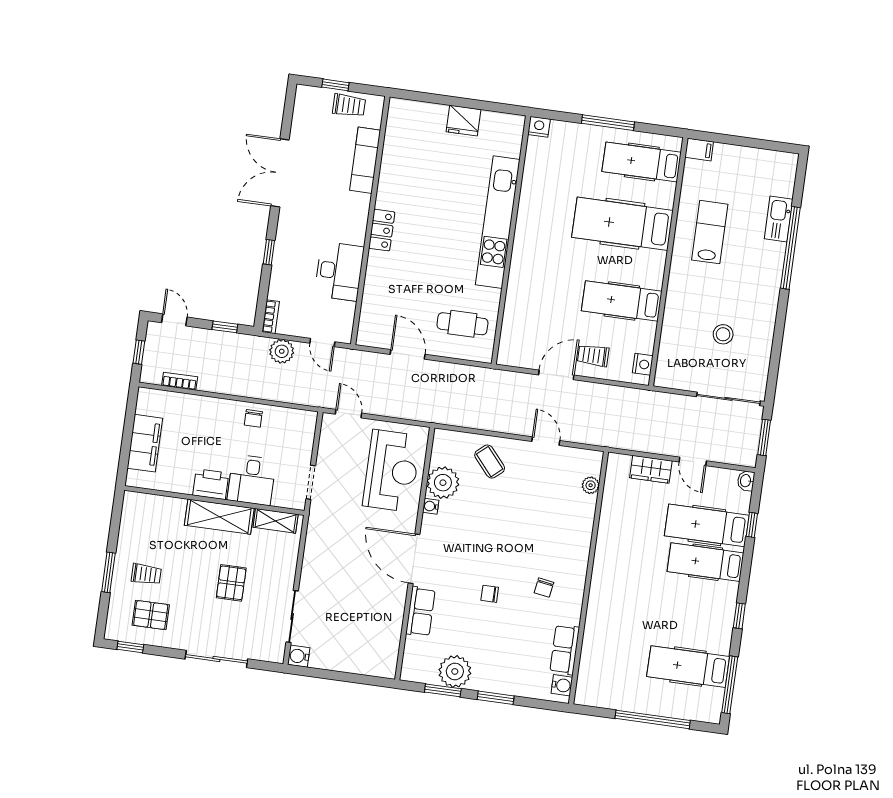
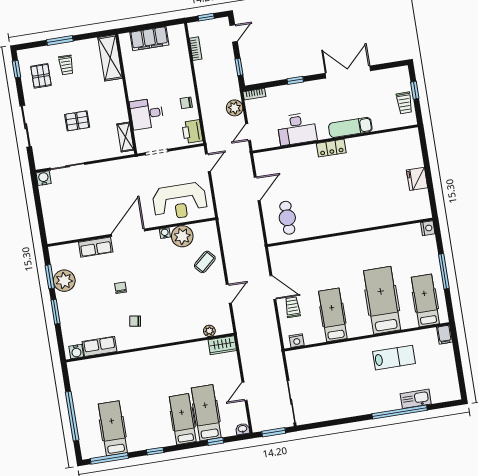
exam couch: (365, 160) -> (350, 127), moved
kitchen unit: (498, 222) -> (359, 220), removed
stool: (723, 334) -> (331, 386), removed
wardrobe: (651, 469) -> (222, 345), moved, turned -90
printer: (211, 484) -> (192, 132), moved, turned 180
shelving: (219, 517) -> (110, 58), moved

